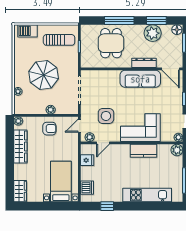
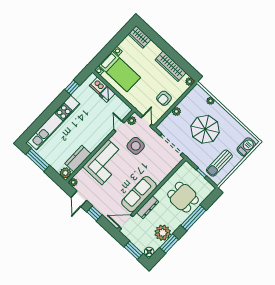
kitchen counter: (143, 151) -> (78, 159), moved
fridge: (87, 160) -> (107, 94), moved
kitchen unit: (147, 195) -> (54, 123), width x1.36

